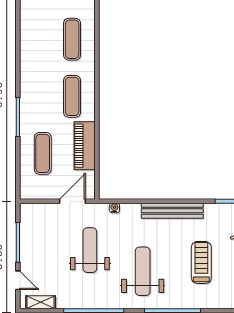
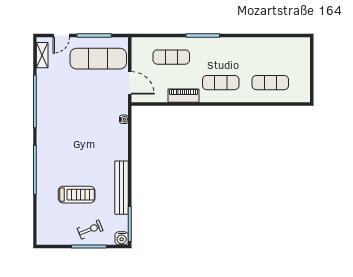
piano: (85, 146) -> (184, 96), width x0.73, depth x0.75
bench: (172, 211) -> (122, 188), moved
exercise mat: (45, 238) -> (98, 59), added
weight bench: (90, 250) -> (87, 98), removed
weight bench: (143, 271) -> (69, 144), removed

